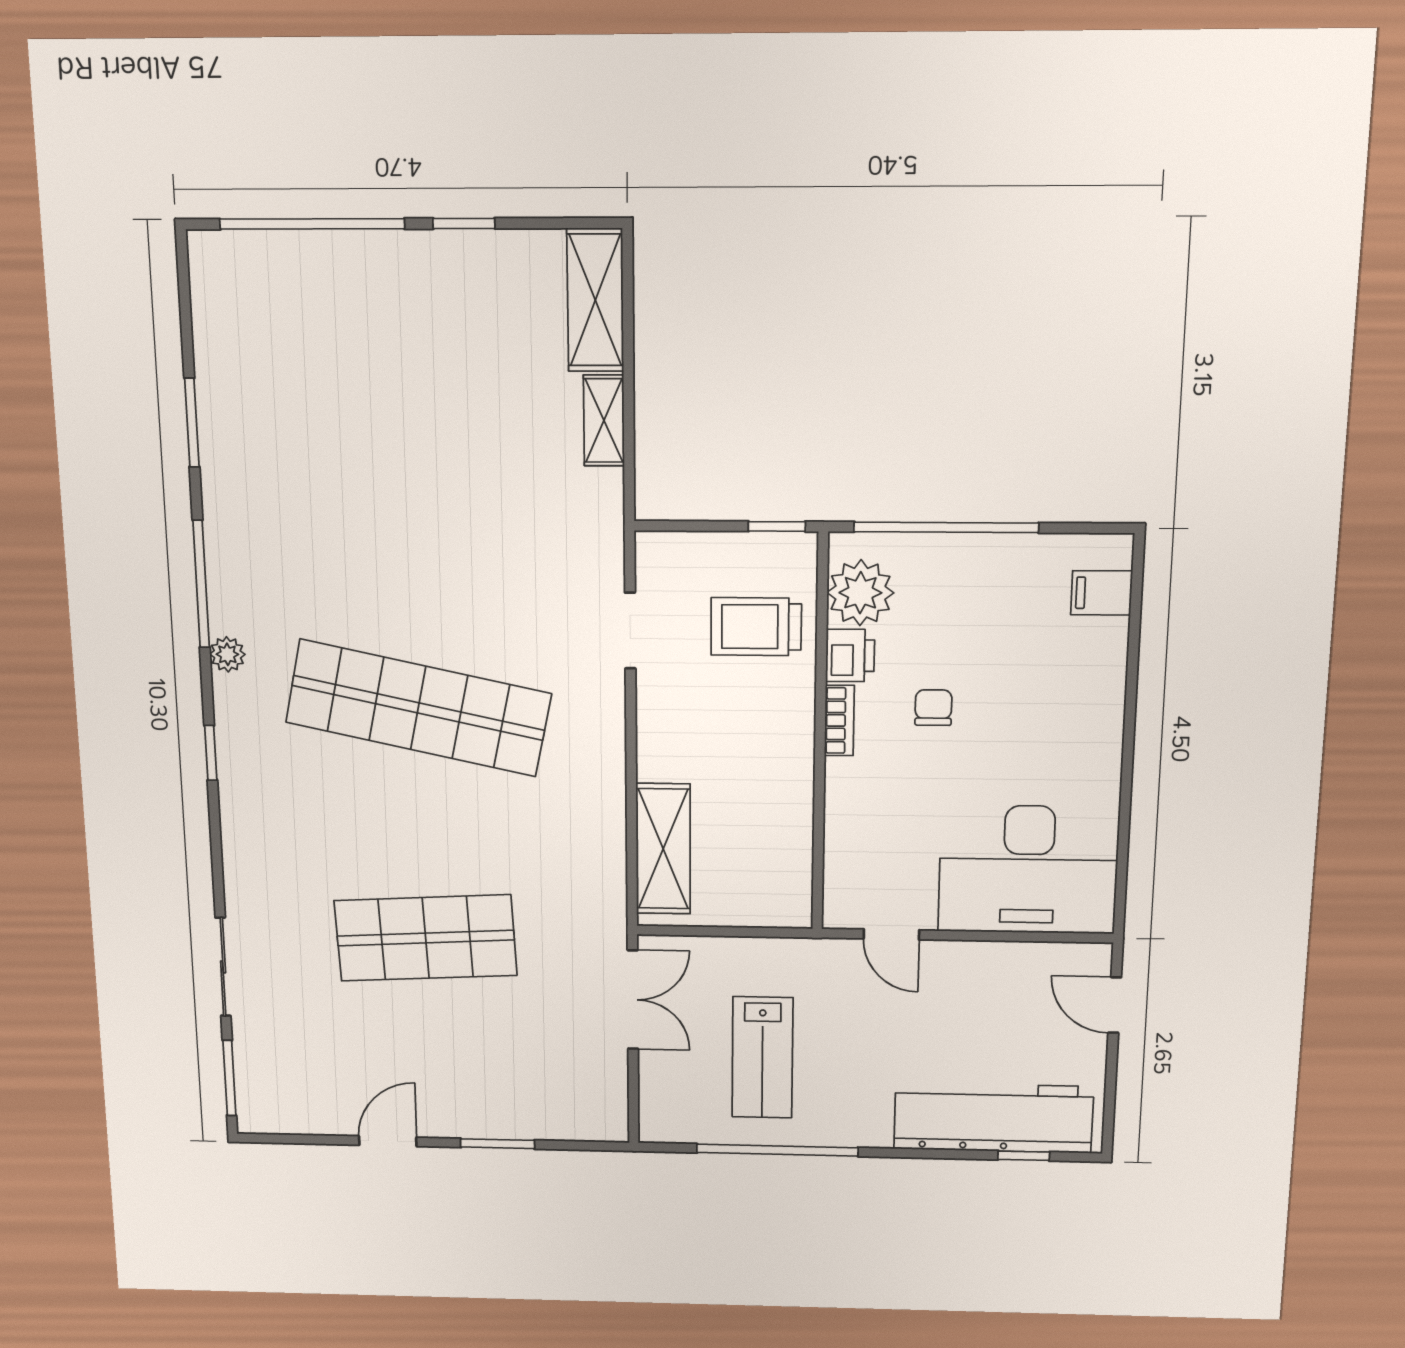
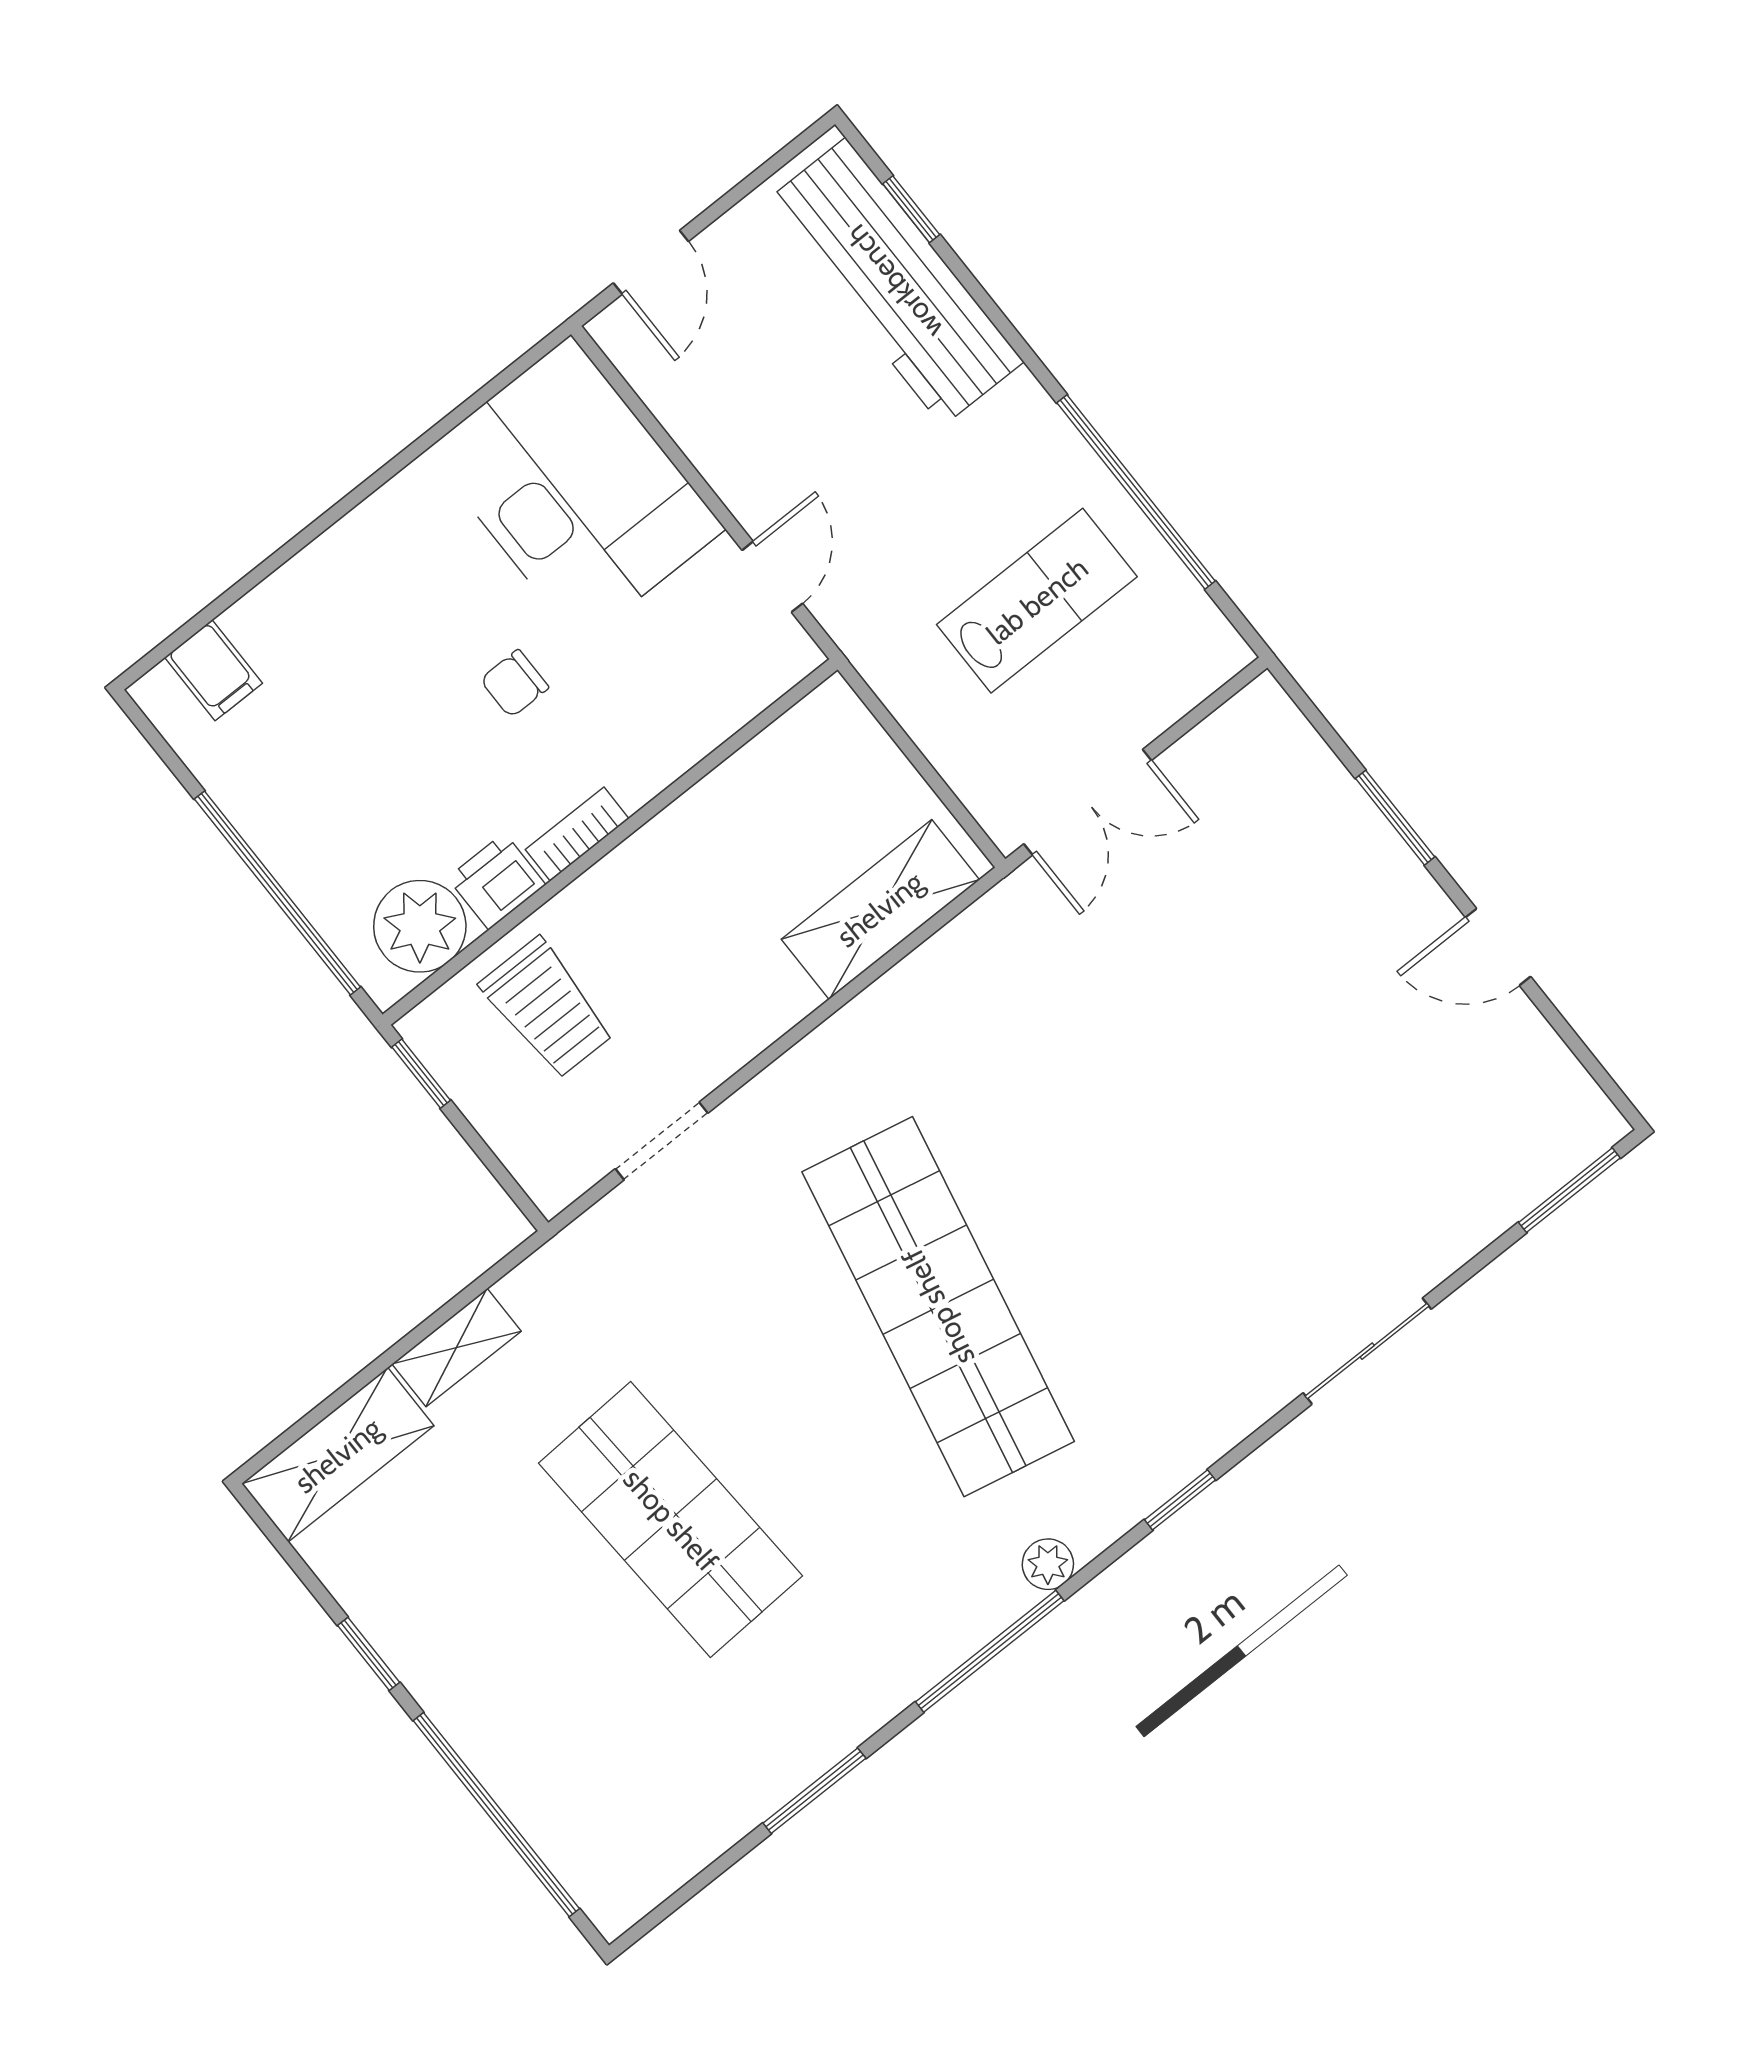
chair: (933, 708) -> (514, 684), moved
shop shelf: (426, 938) -> (671, 1520), moved
sliding door: (223, 967) -> (1367, 1351), moved
double door: (633, 1000) -> (1088, 802), swing flipped

